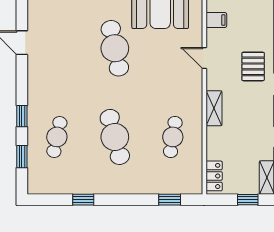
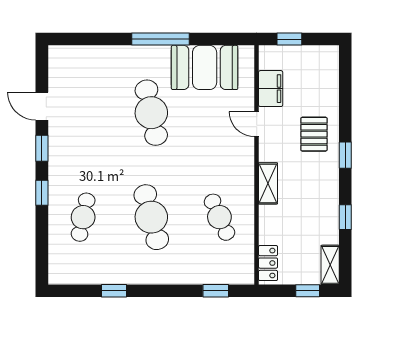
filing cabinet: (216, 20) -> (271, 89), width x2.00
cafe table: (173, 137) -> (219, 217), turned -33
window: (22, 157) -> (42, 148), moved

